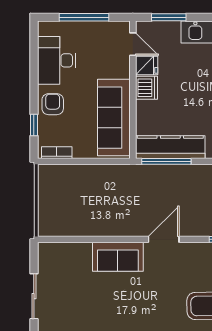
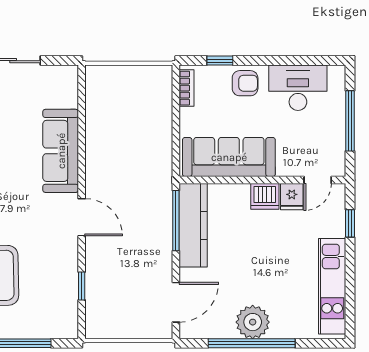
window: (169, 17) -> (350, 223), width x0.67
sofa: (118, 257) -> (61, 151), width x1.36

